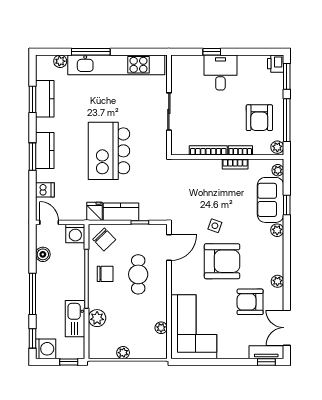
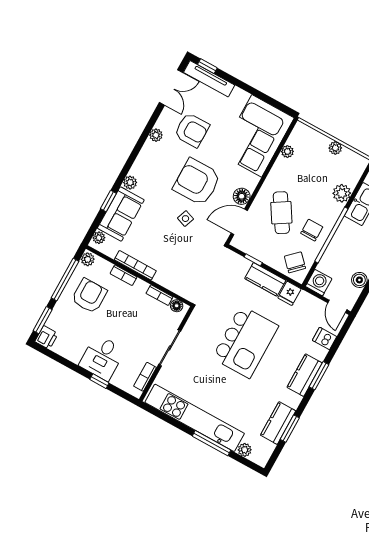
bookcase: (176, 76) -> (145, 377), added
floor lamp: (182, 149) -> (177, 306), added
bookcase: (208, 150) -> (159, 295), width x0.64
bookcase: (235, 164) -> (135, 265), width x1.56
floor lamp: (179, 270) -> (242, 196), added
chair: (105, 274) -> (312, 230), turned 90
cafe table: (138, 274) -> (281, 213), turned -32
tv unit: (266, 352) -> (209, 79), width x1.41

